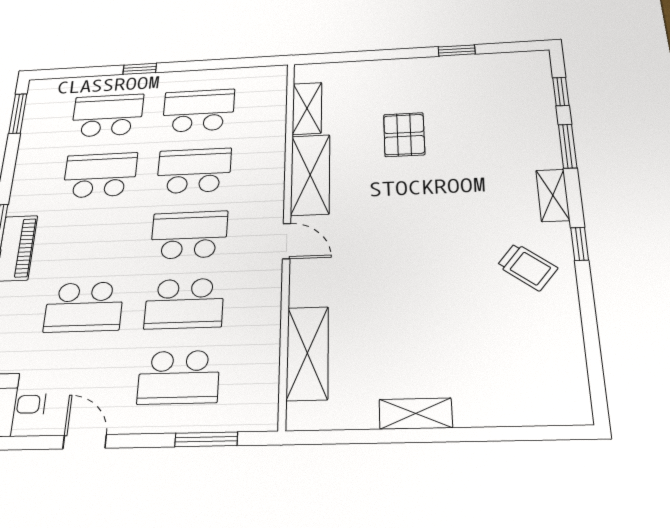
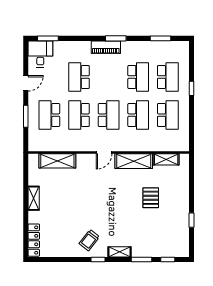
window: (18, 114) -> (161, 38), moved
pallet: (404, 135) -> (151, 198), turned 90
locker: (541, 411) -> (34, 240), added
window: (206, 439) -> (26, 116), moved

